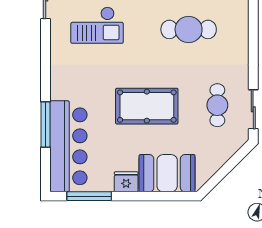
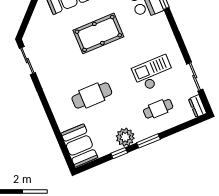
cafe table: (217, 105) -> (52, 53), removed

